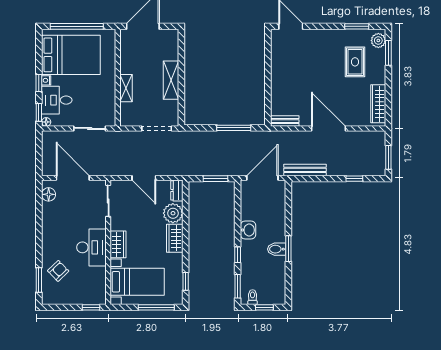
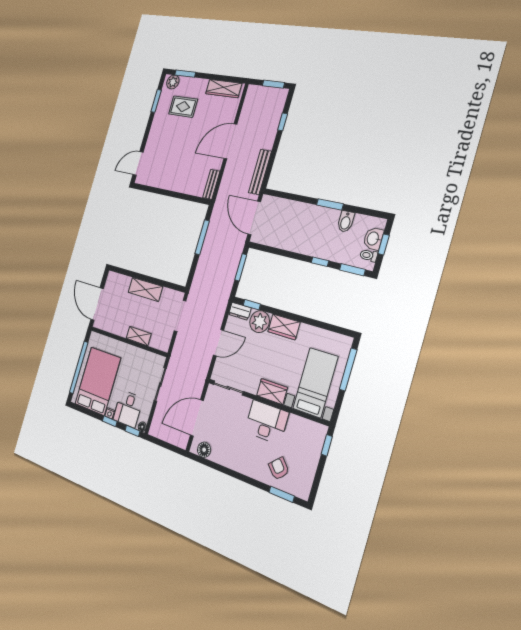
washbasin: (248, 230) -> (373, 239), moved, turned -90
bidet: (277, 249) -> (346, 221), moved
window: (186, 281) -> (252, 305), moved

